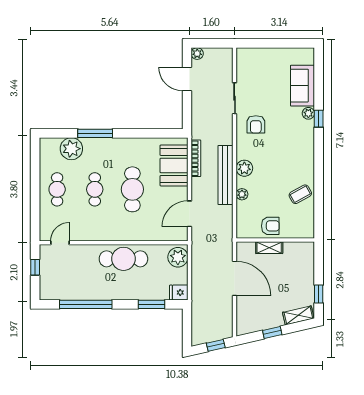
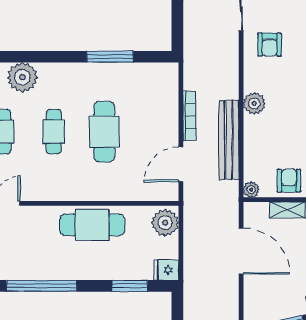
window: (95, 133) -> (110, 57), moved
bookcase: (196, 158) -> (189, 116), moved
booth: (174, 165) -> (160, 100), removed
bench: (225, 175) -> (229, 140), moved
plant: (242, 194) -> (251, 190), moved
armchair: (270, 226) -> (289, 181), turned -90

